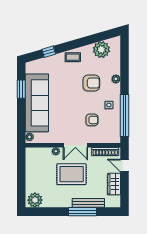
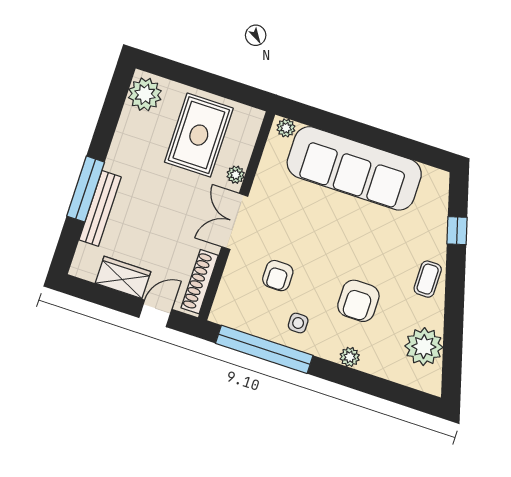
window: (21, 89) -> (395, 144), removed
rug: (72, 174) -> (199, 135), moved

